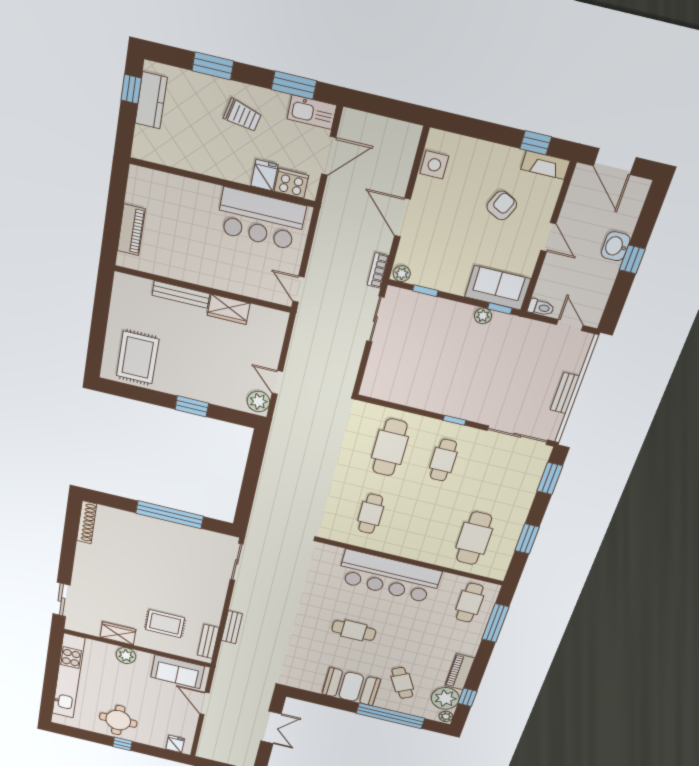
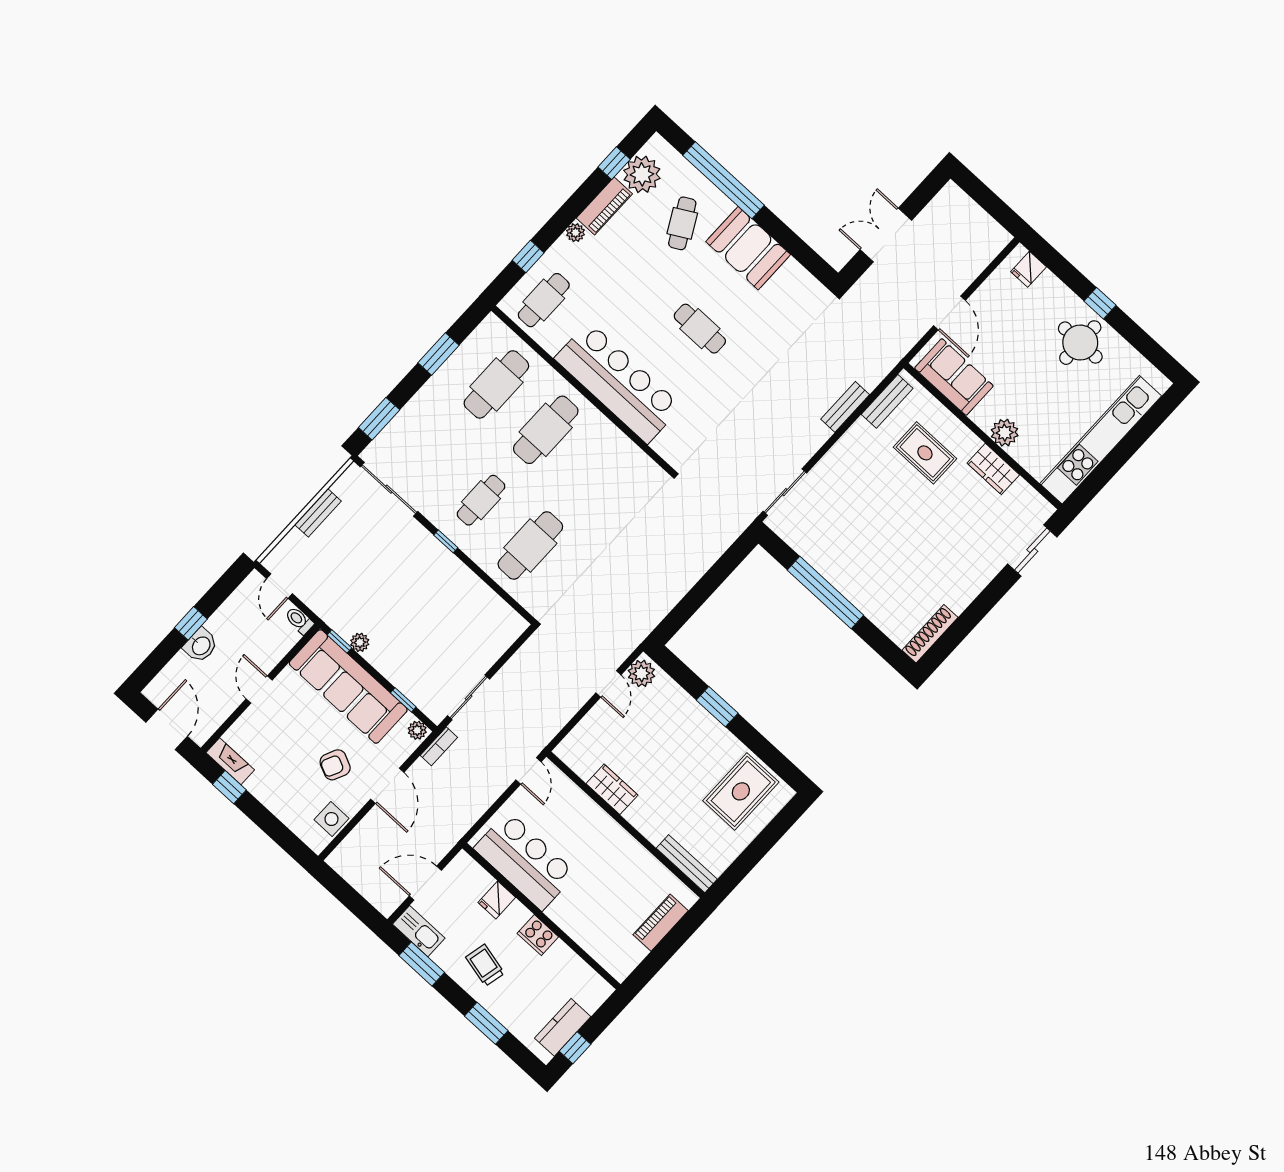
cooker: (291, 183) -> (538, 935), moved
armchair: (502, 206) -> (335, 765), moved
sofa: (498, 288) -> (348, 686), width x1.85, depth x1.27
bench: (181, 294) -> (687, 864), moved
cafe table: (371, 514) -> (546, 430), moved, width x1.37, depth x1.35
window: (495, 623) -> (528, 257), width x0.46
plant: (446, 716) -> (576, 233), moved

